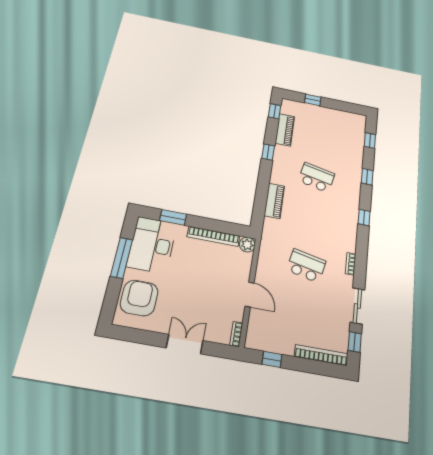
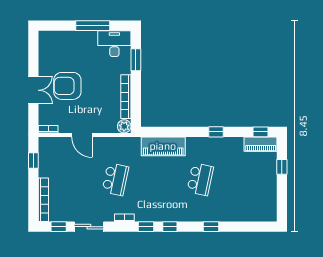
piano: (285, 130) -> (261, 144), moved
window: (370, 140) -> (146, 227), moved
piano: (274, 201) -> (163, 146), width x1.37, depth x1.33
desk: (152, 245) -> (114, 44), width x0.73, depth x0.77
door: (250, 295) -> (82, 135), hinge flipped
armchair: (139, 298) -> (67, 86), moved, turned 180

